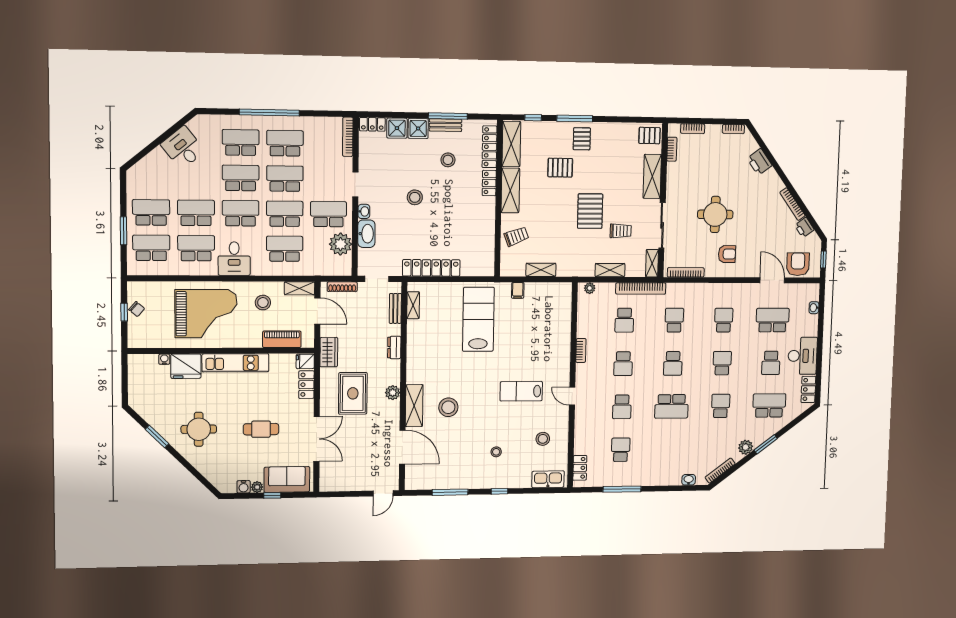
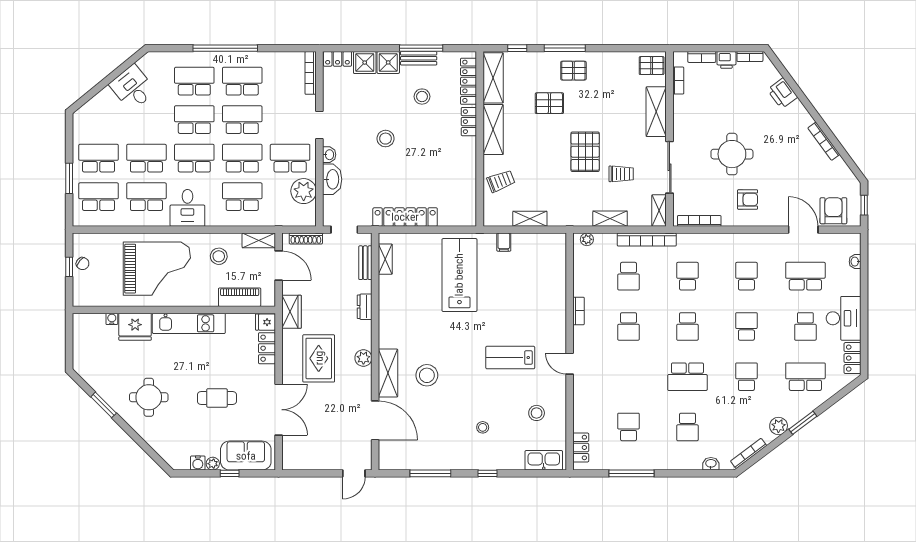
pallet: (582, 139) -> (573, 71), turned 90
printer: (804, 227) -> (726, 60), moved, turned -54
school desk: (622, 407) -> (687, 427), moved

